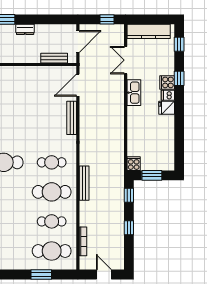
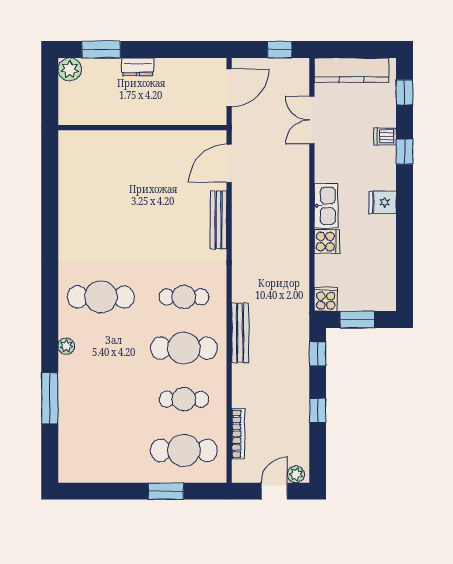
bench: (54, 58) -> (188, 116), removed
cooker: (167, 82) -> (327, 242), moved, turned 180
kitchen sink: (134, 93) -> (326, 206), moved
dishwasher: (168, 95) -> (385, 136), moved
plant: (116, 265) -> (296, 474), added
door: (104, 275) -> (274, 491), hinge flipped

